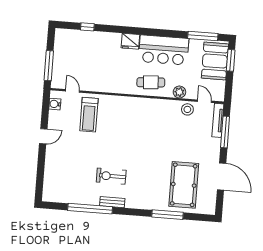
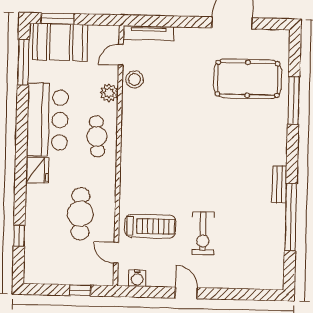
window: (49, 66) -> (80, 290), width x0.46
cafe table: (100, 69) -> (80, 214), added
door: (72, 91) -> (116, 253), hinge flipped
window: (225, 132) -> (165, 21), removed
exercise bike: (111, 176) -> (203, 233), moved

